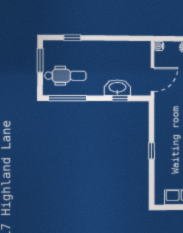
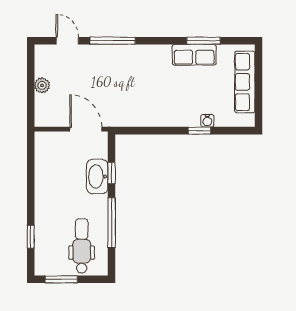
water cooler: (159, 46) -> (207, 121), moved
window: (68, 98) -> (112, 223), moved
window: (152, 151) -> (199, 131), moved

